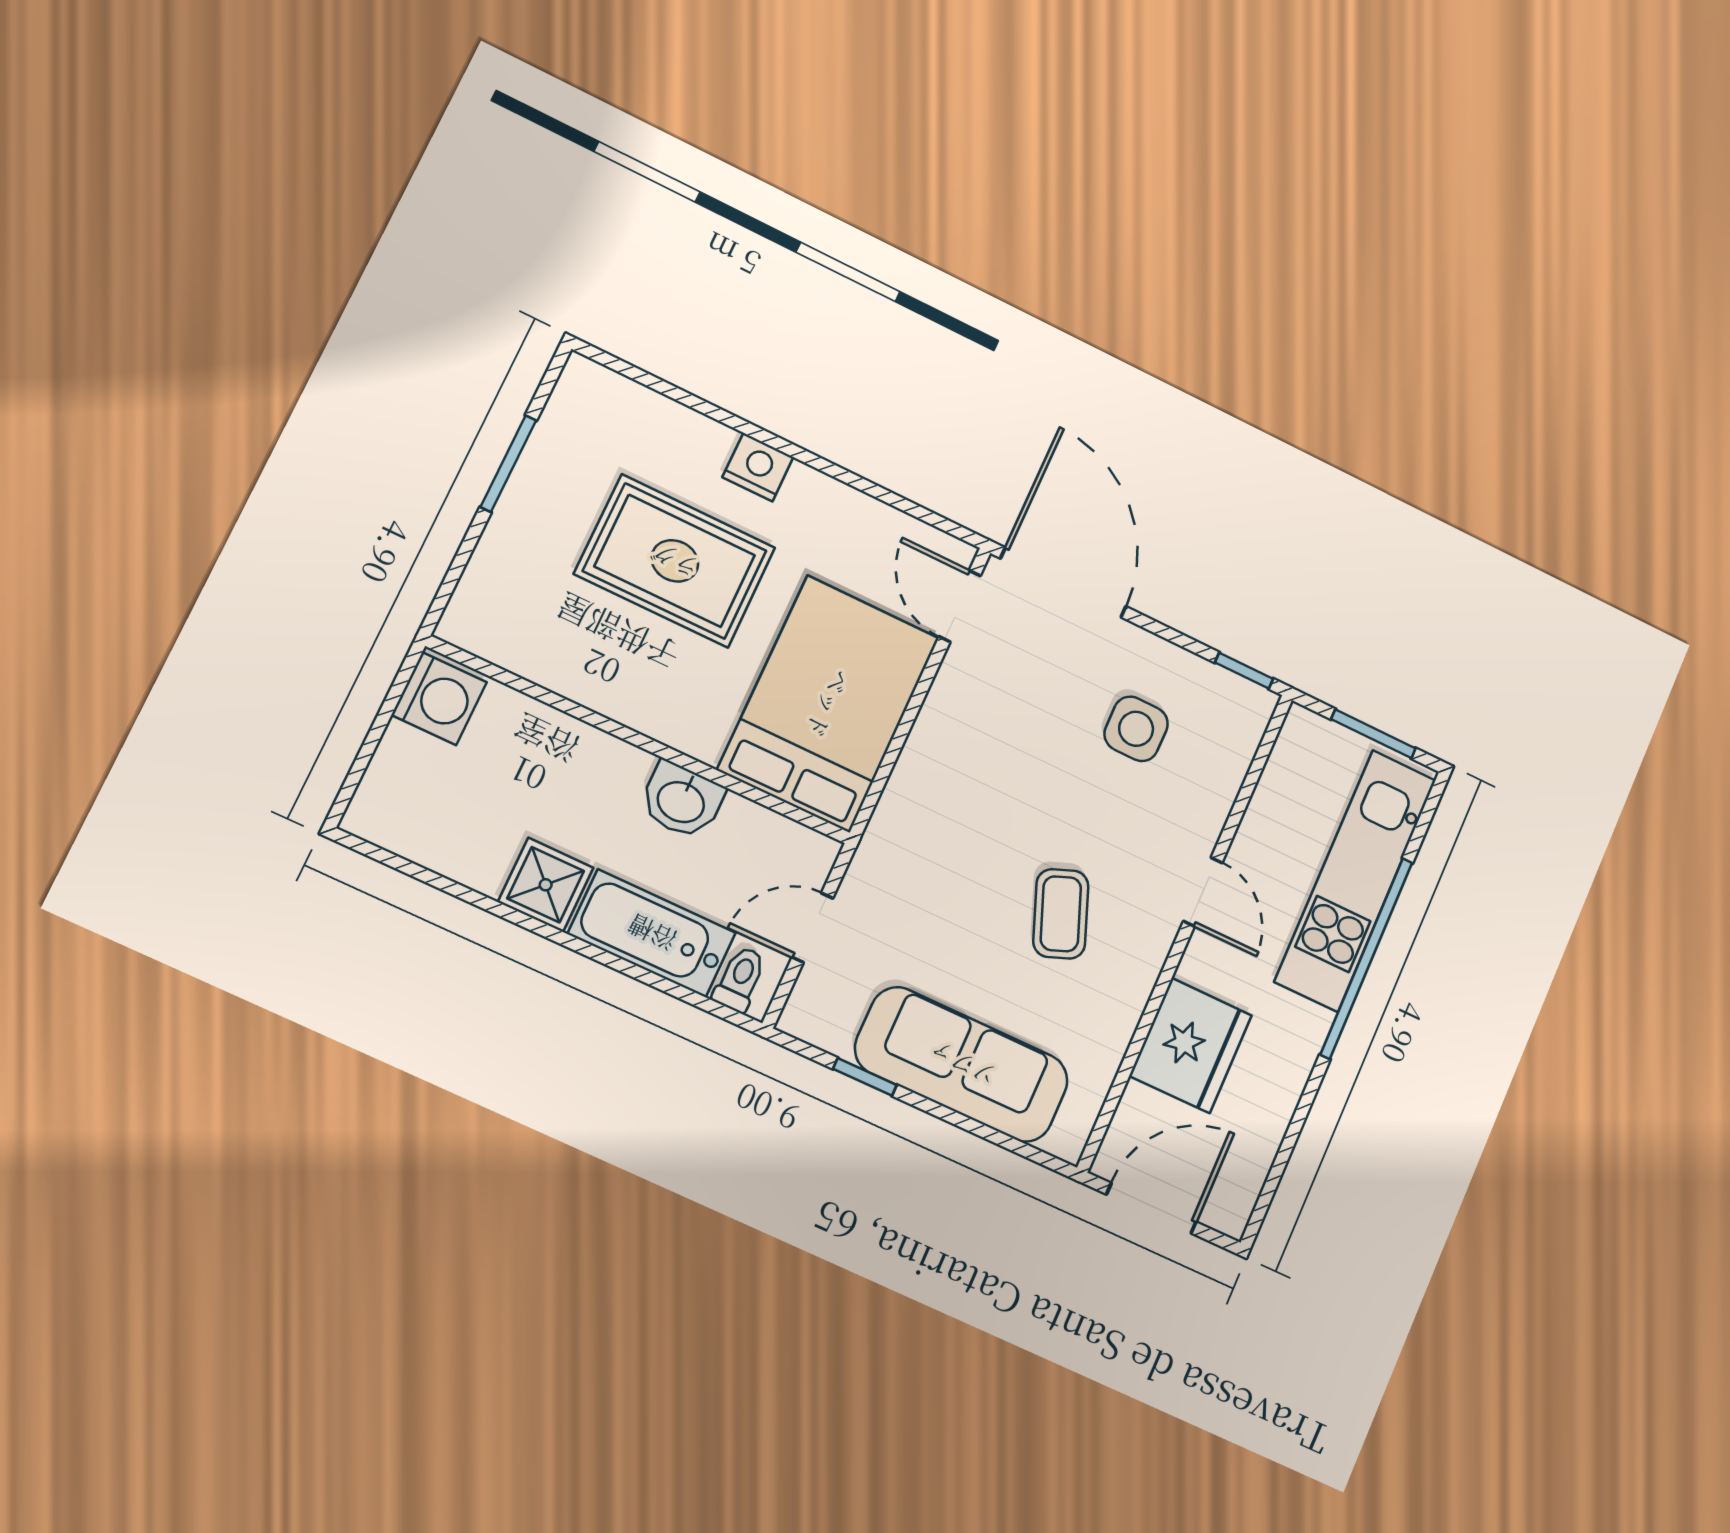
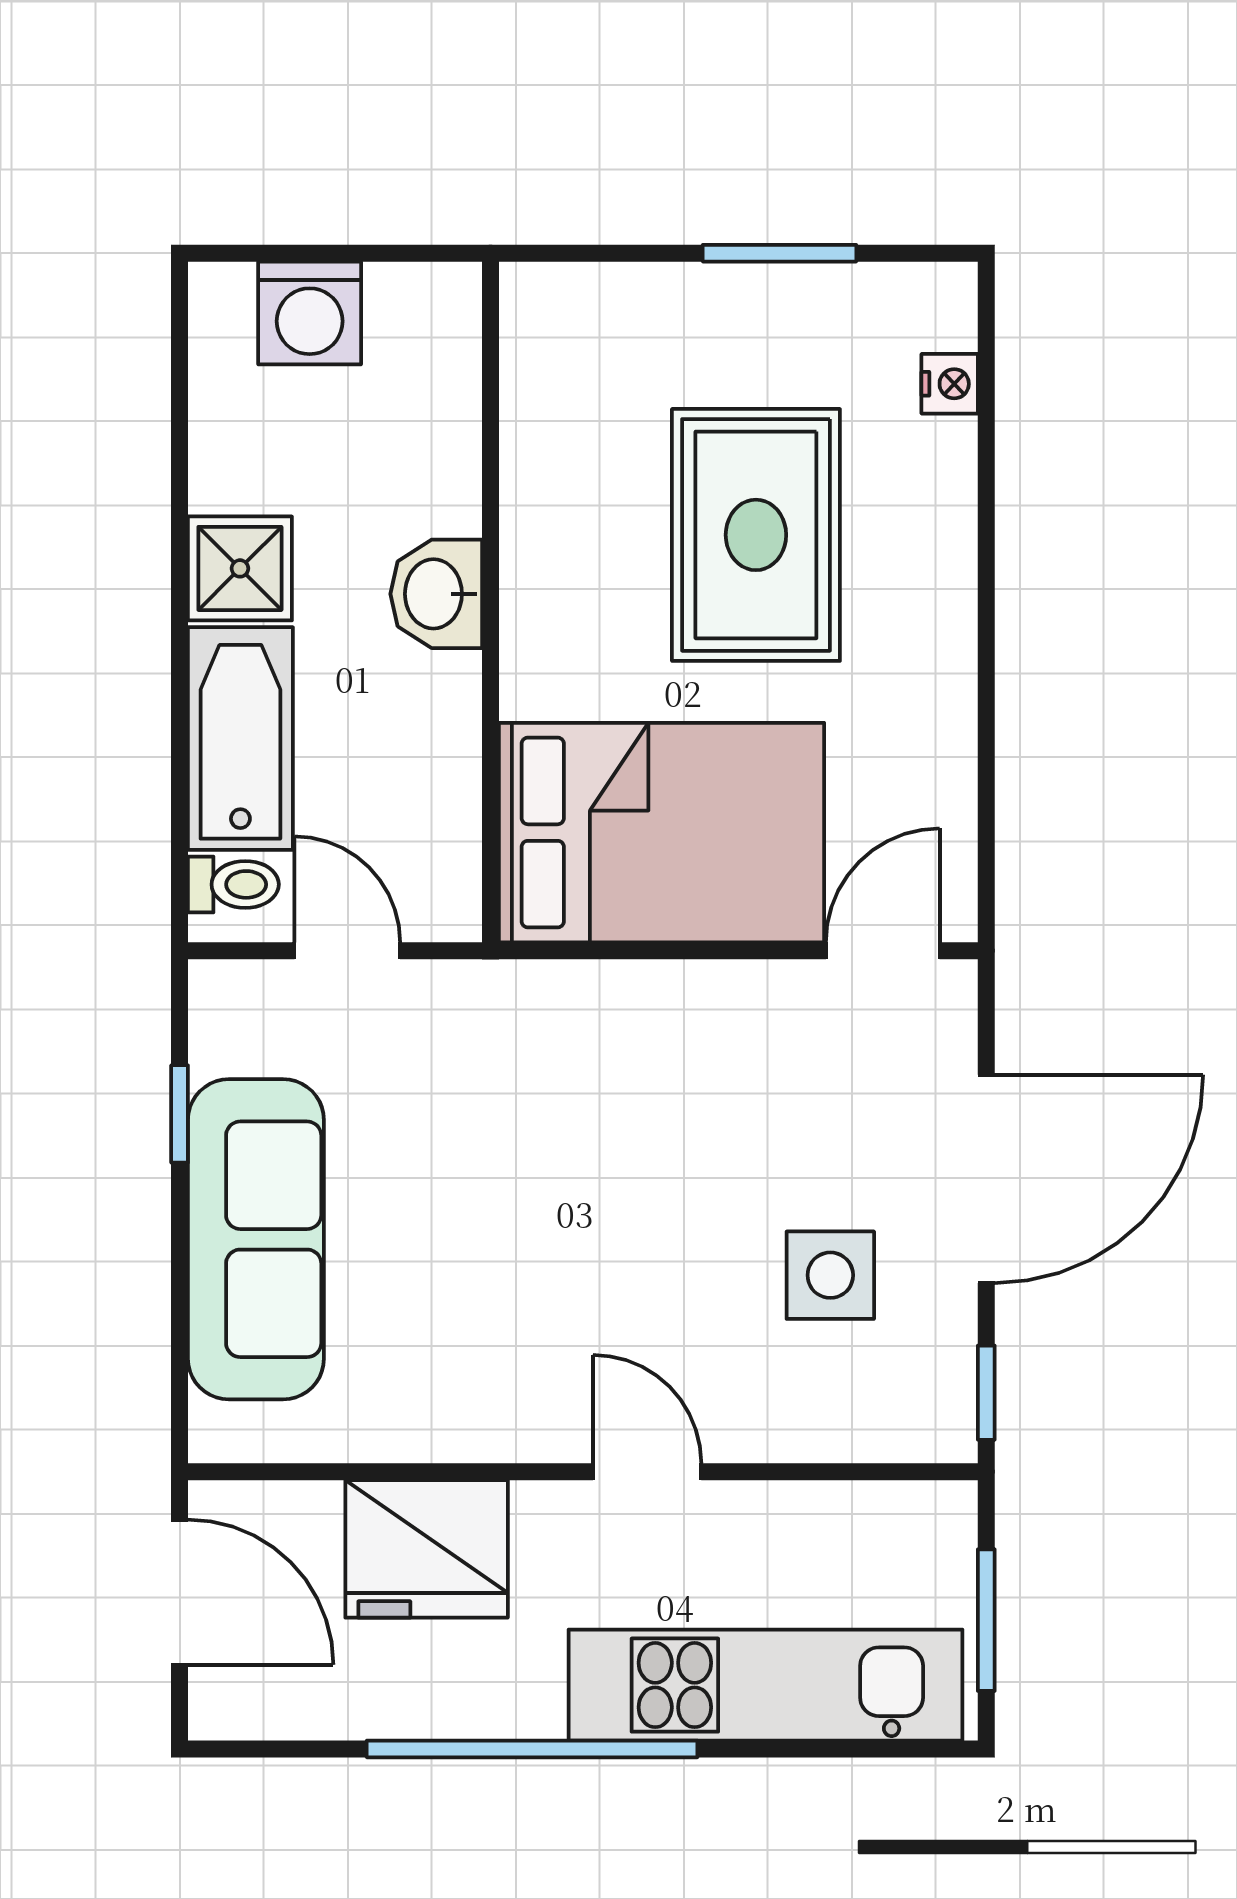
nightstand: (758, 467) -> (950, 384), moved, width x0.72, depth x0.74
door: (1063, 582) -> (986, 1179), moved
washing machine: (439, 699) -> (310, 313), moved
washbasin: (682, 800) -> (436, 594), moved
door: (1203, 892) -> (647, 1472), swing flipped
coffee table: (1061, 914) -> (524, 1284), removed
window: (1366, 958) -> (532, 1749), moved

